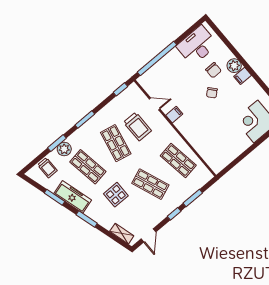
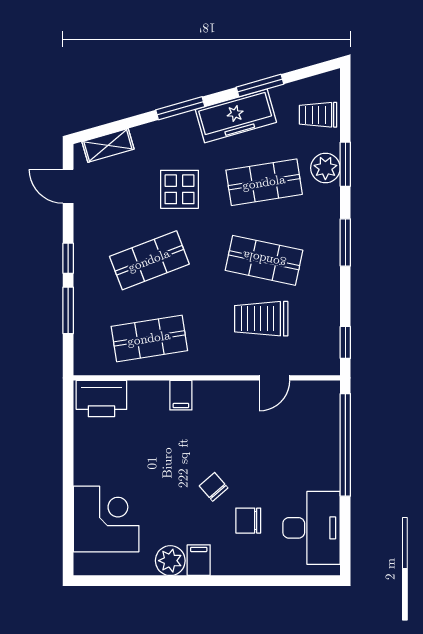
plant: (234, 66) -> (170, 561), moved
filing cabinet: (174, 115) -> (181, 395), moved
printer: (214, 159) -> (101, 399), added

